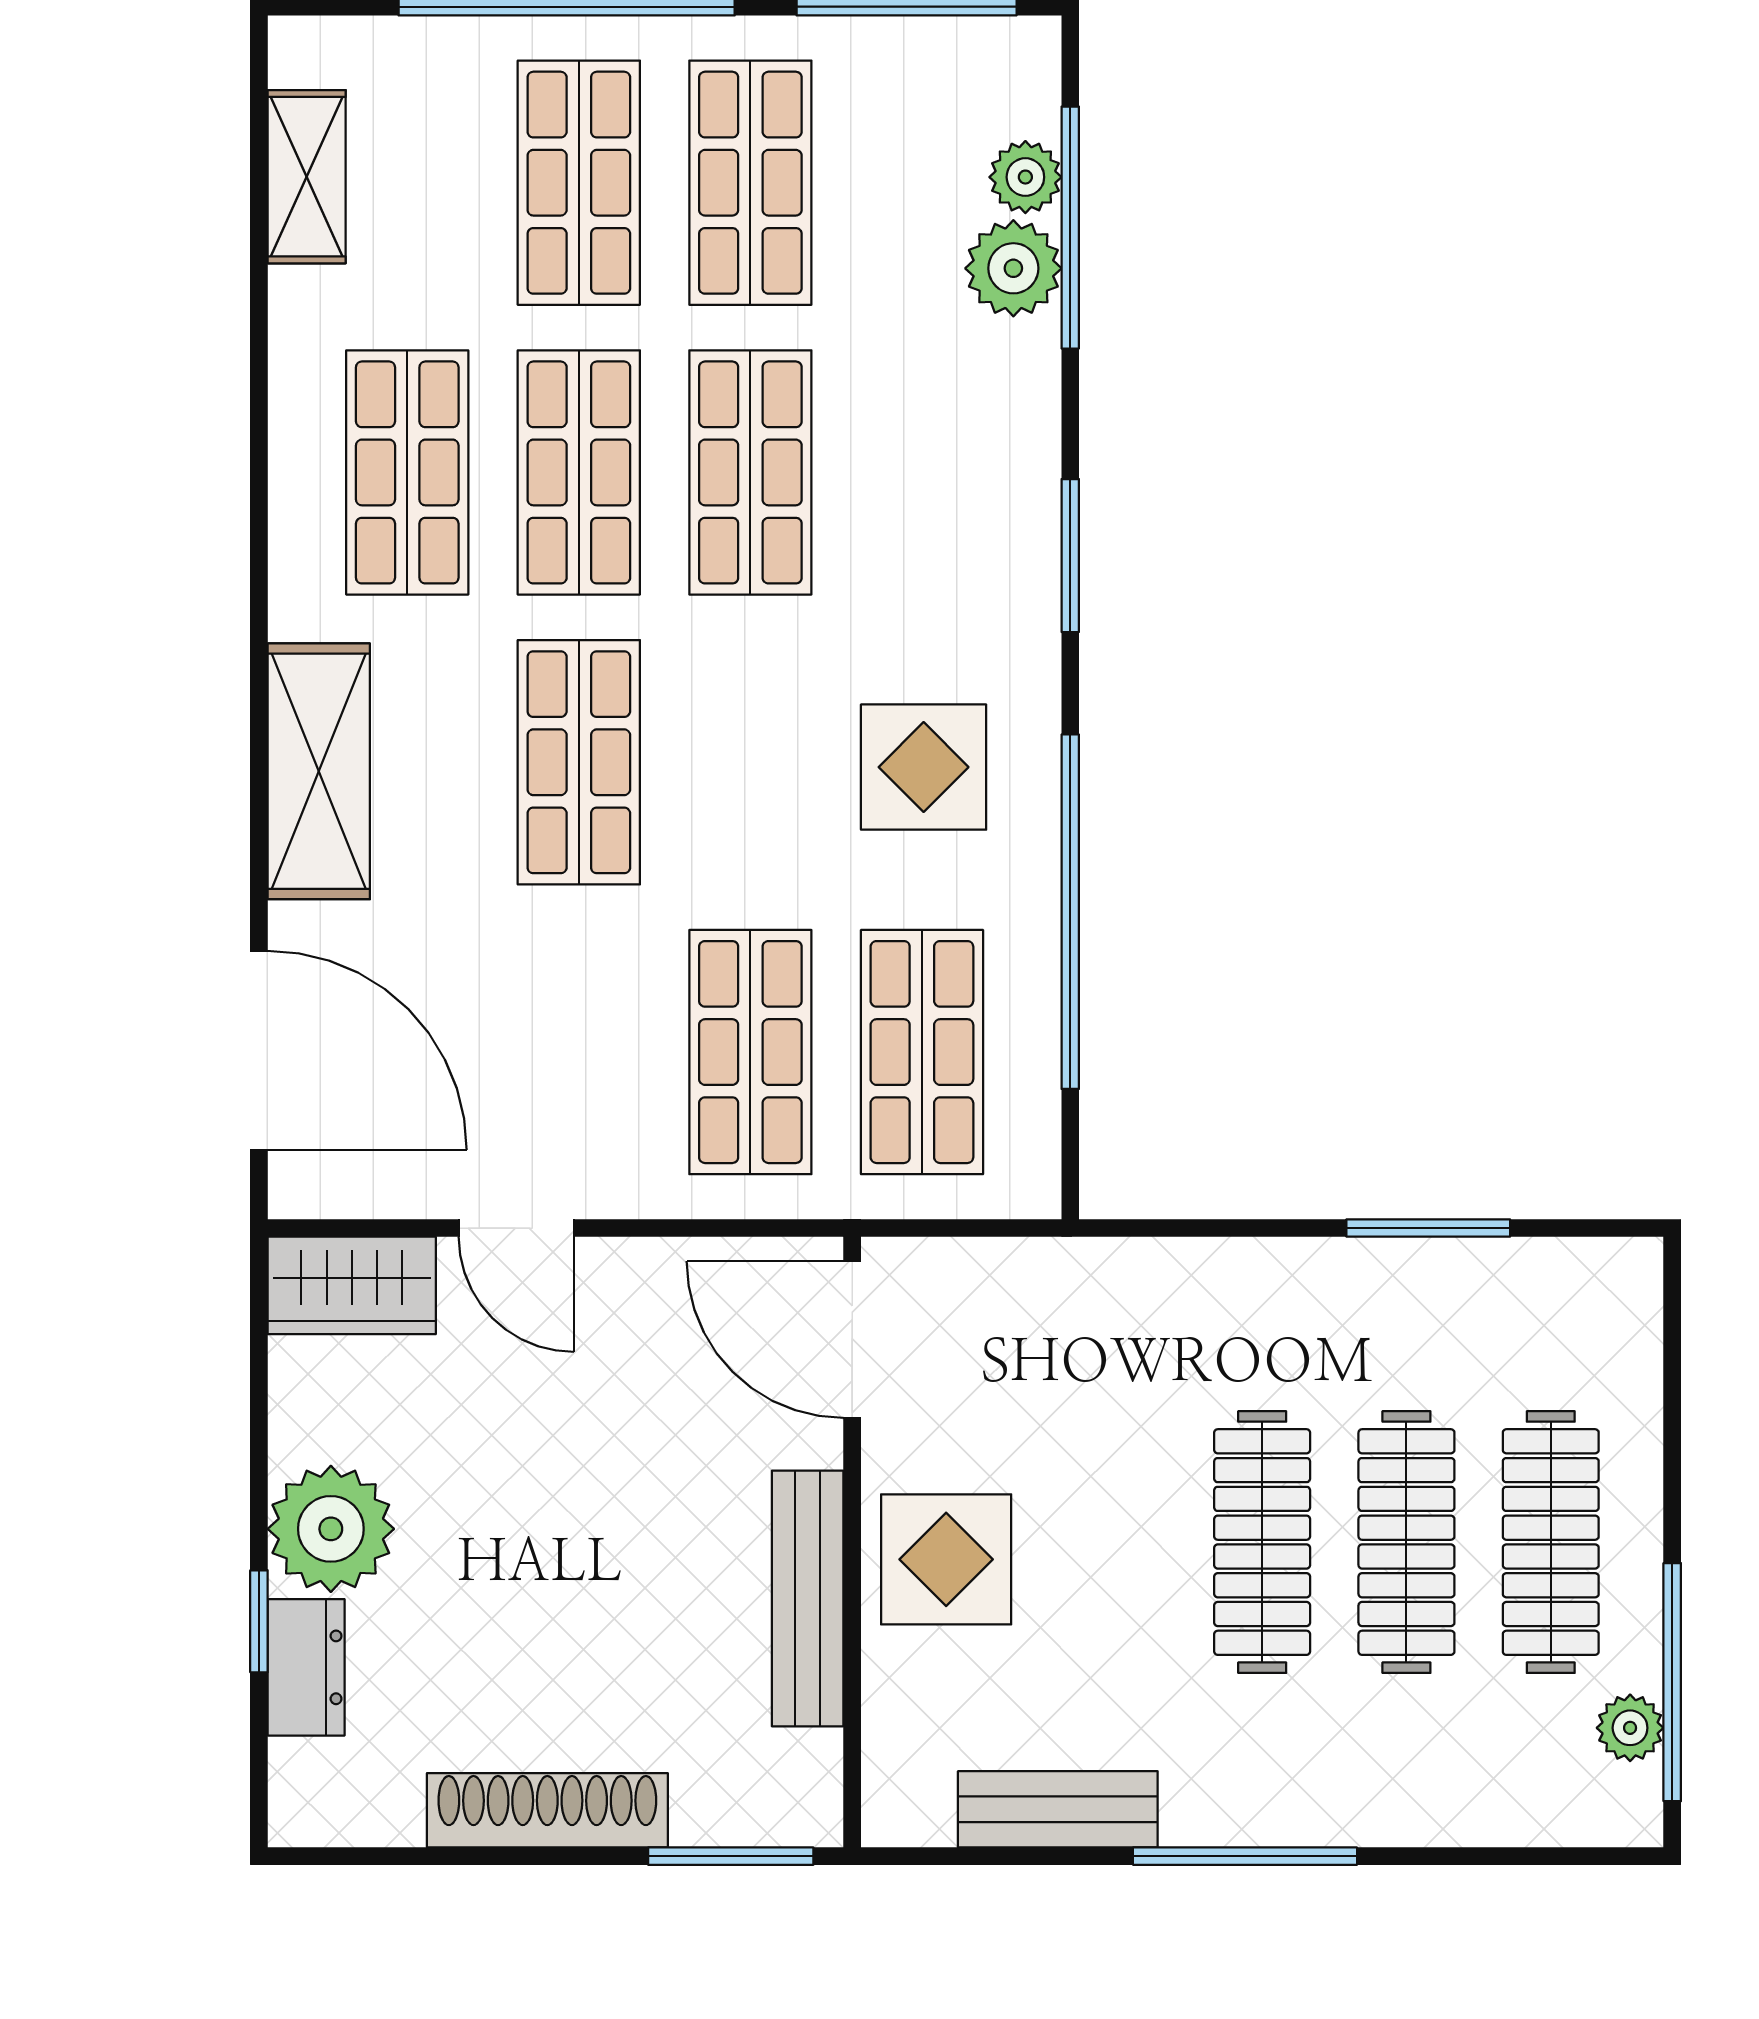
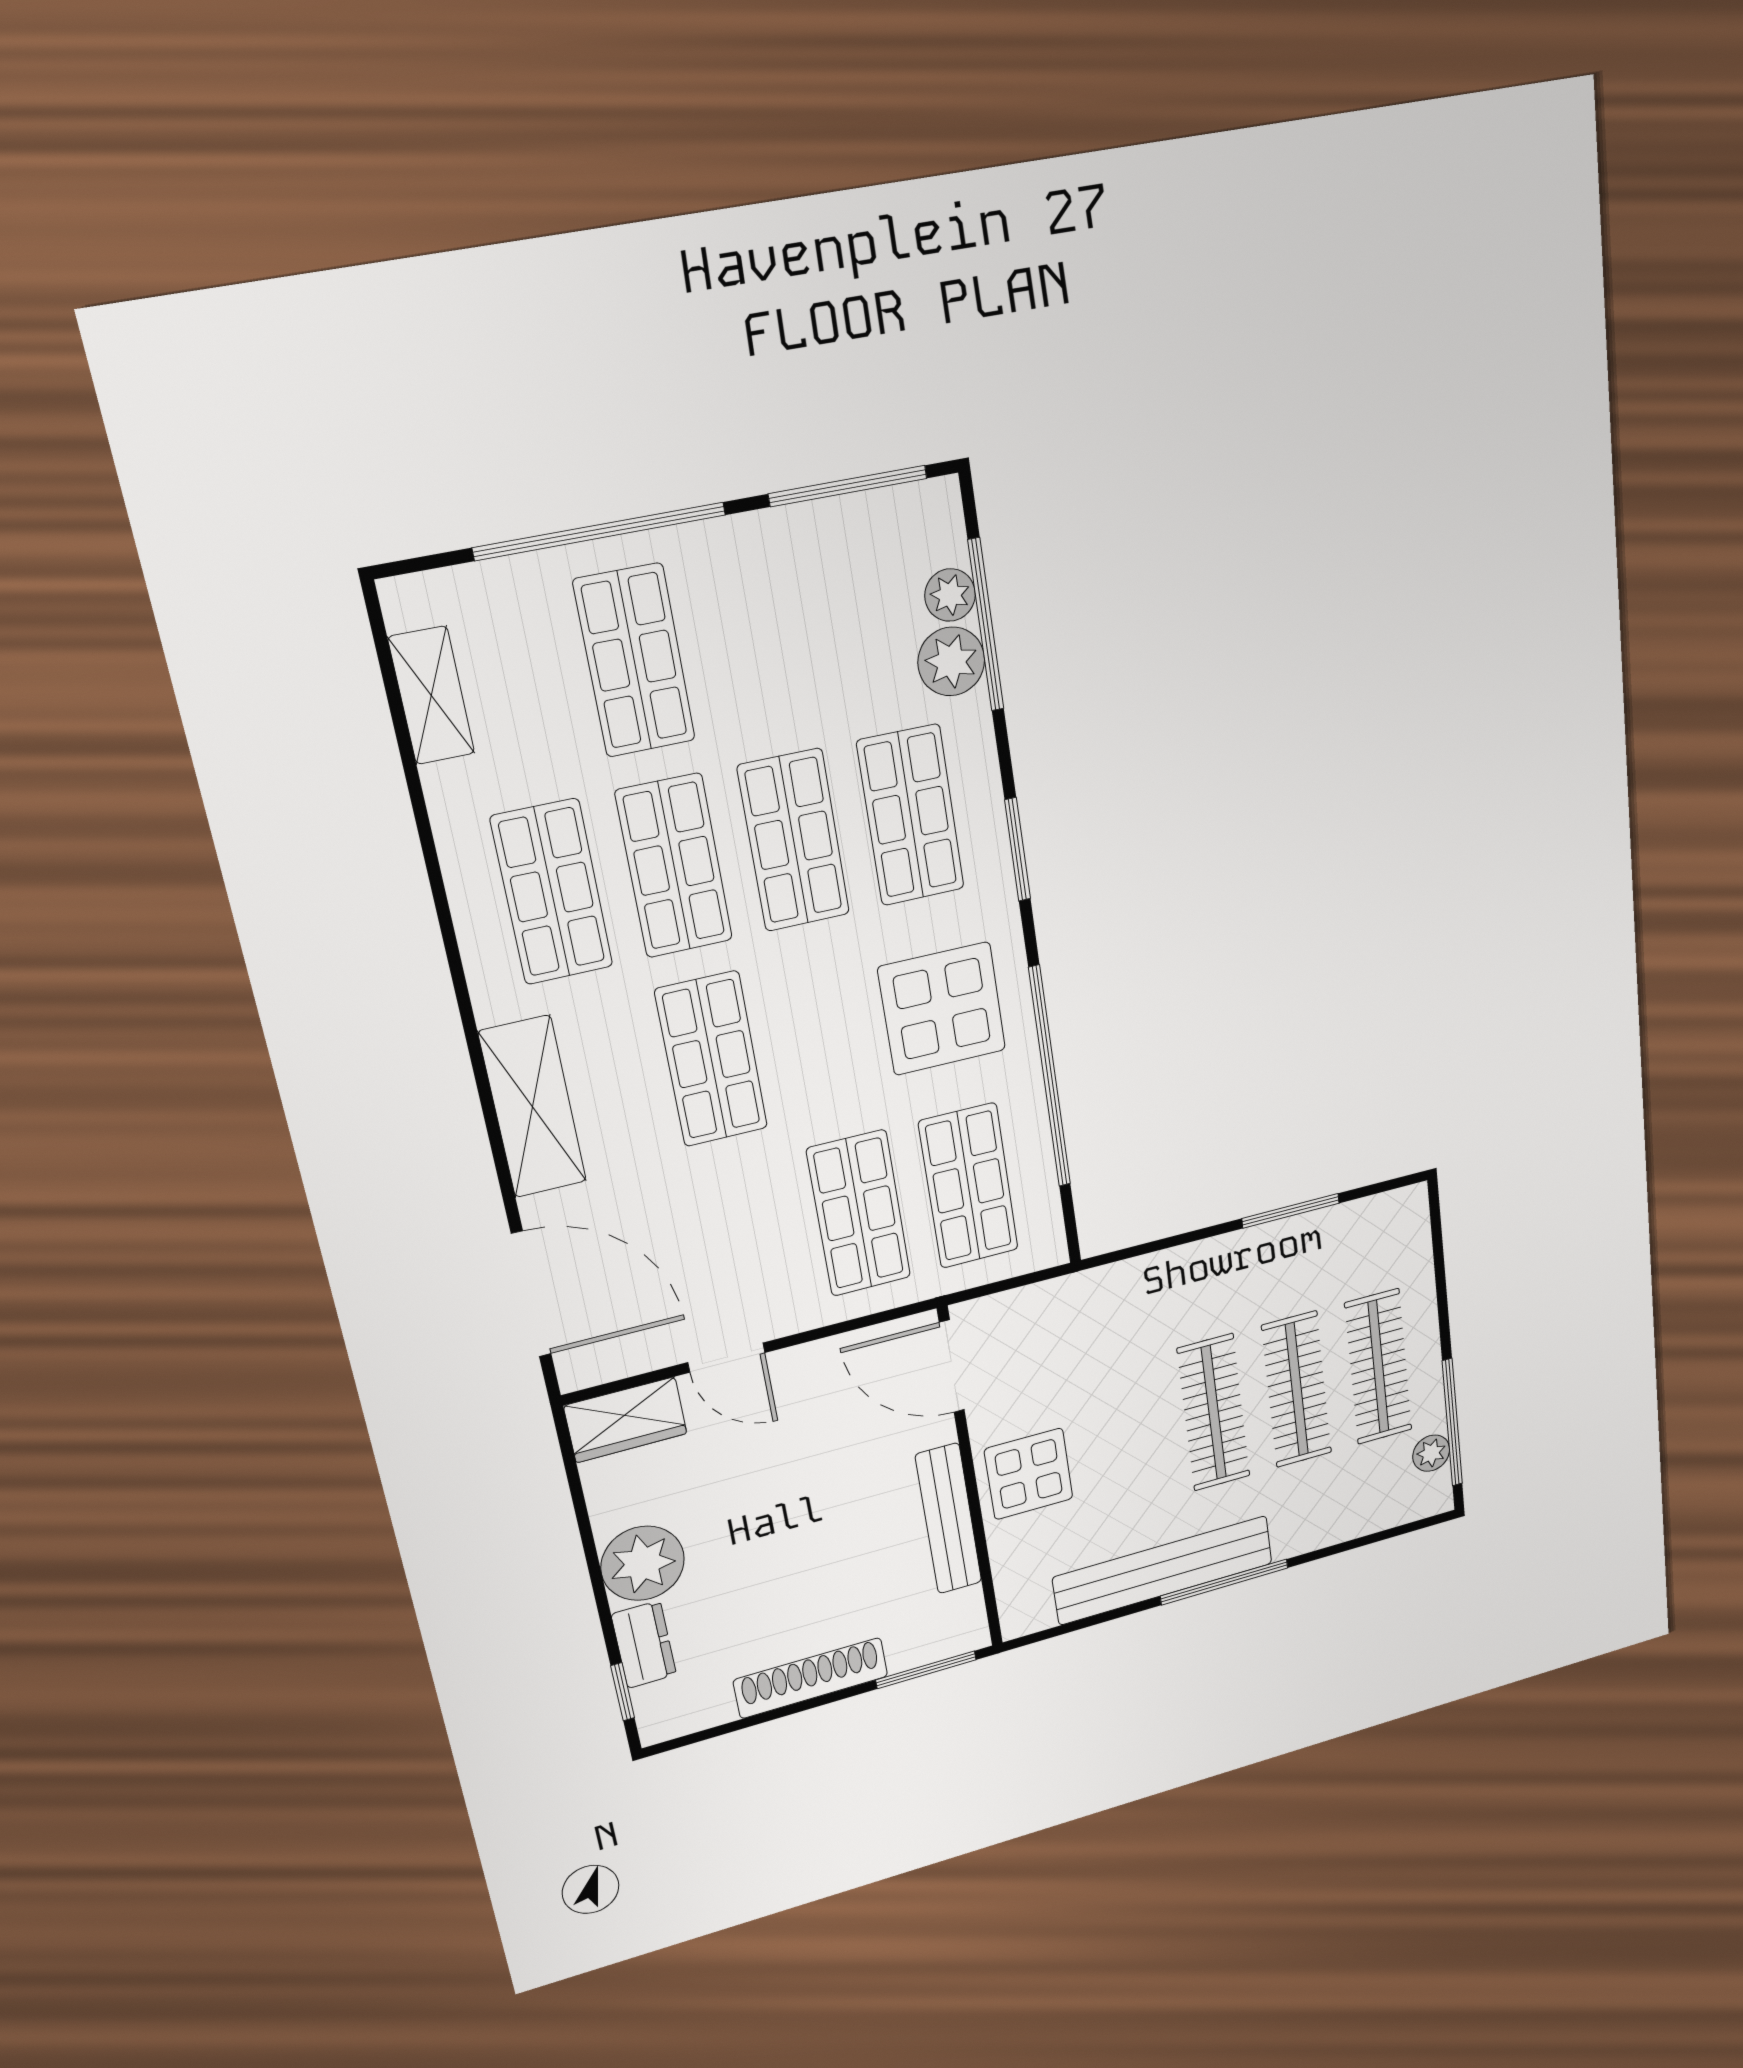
shop shelf: (750, 183) -> (911, 815), moved
display table: (924, 767) -> (942, 1009), width x1.36, depth x1.36
window: (259, 1621) -> (623, 1692), moved
bench: (1058, 1809) -> (1163, 1570), width x1.86, depth x1.21

